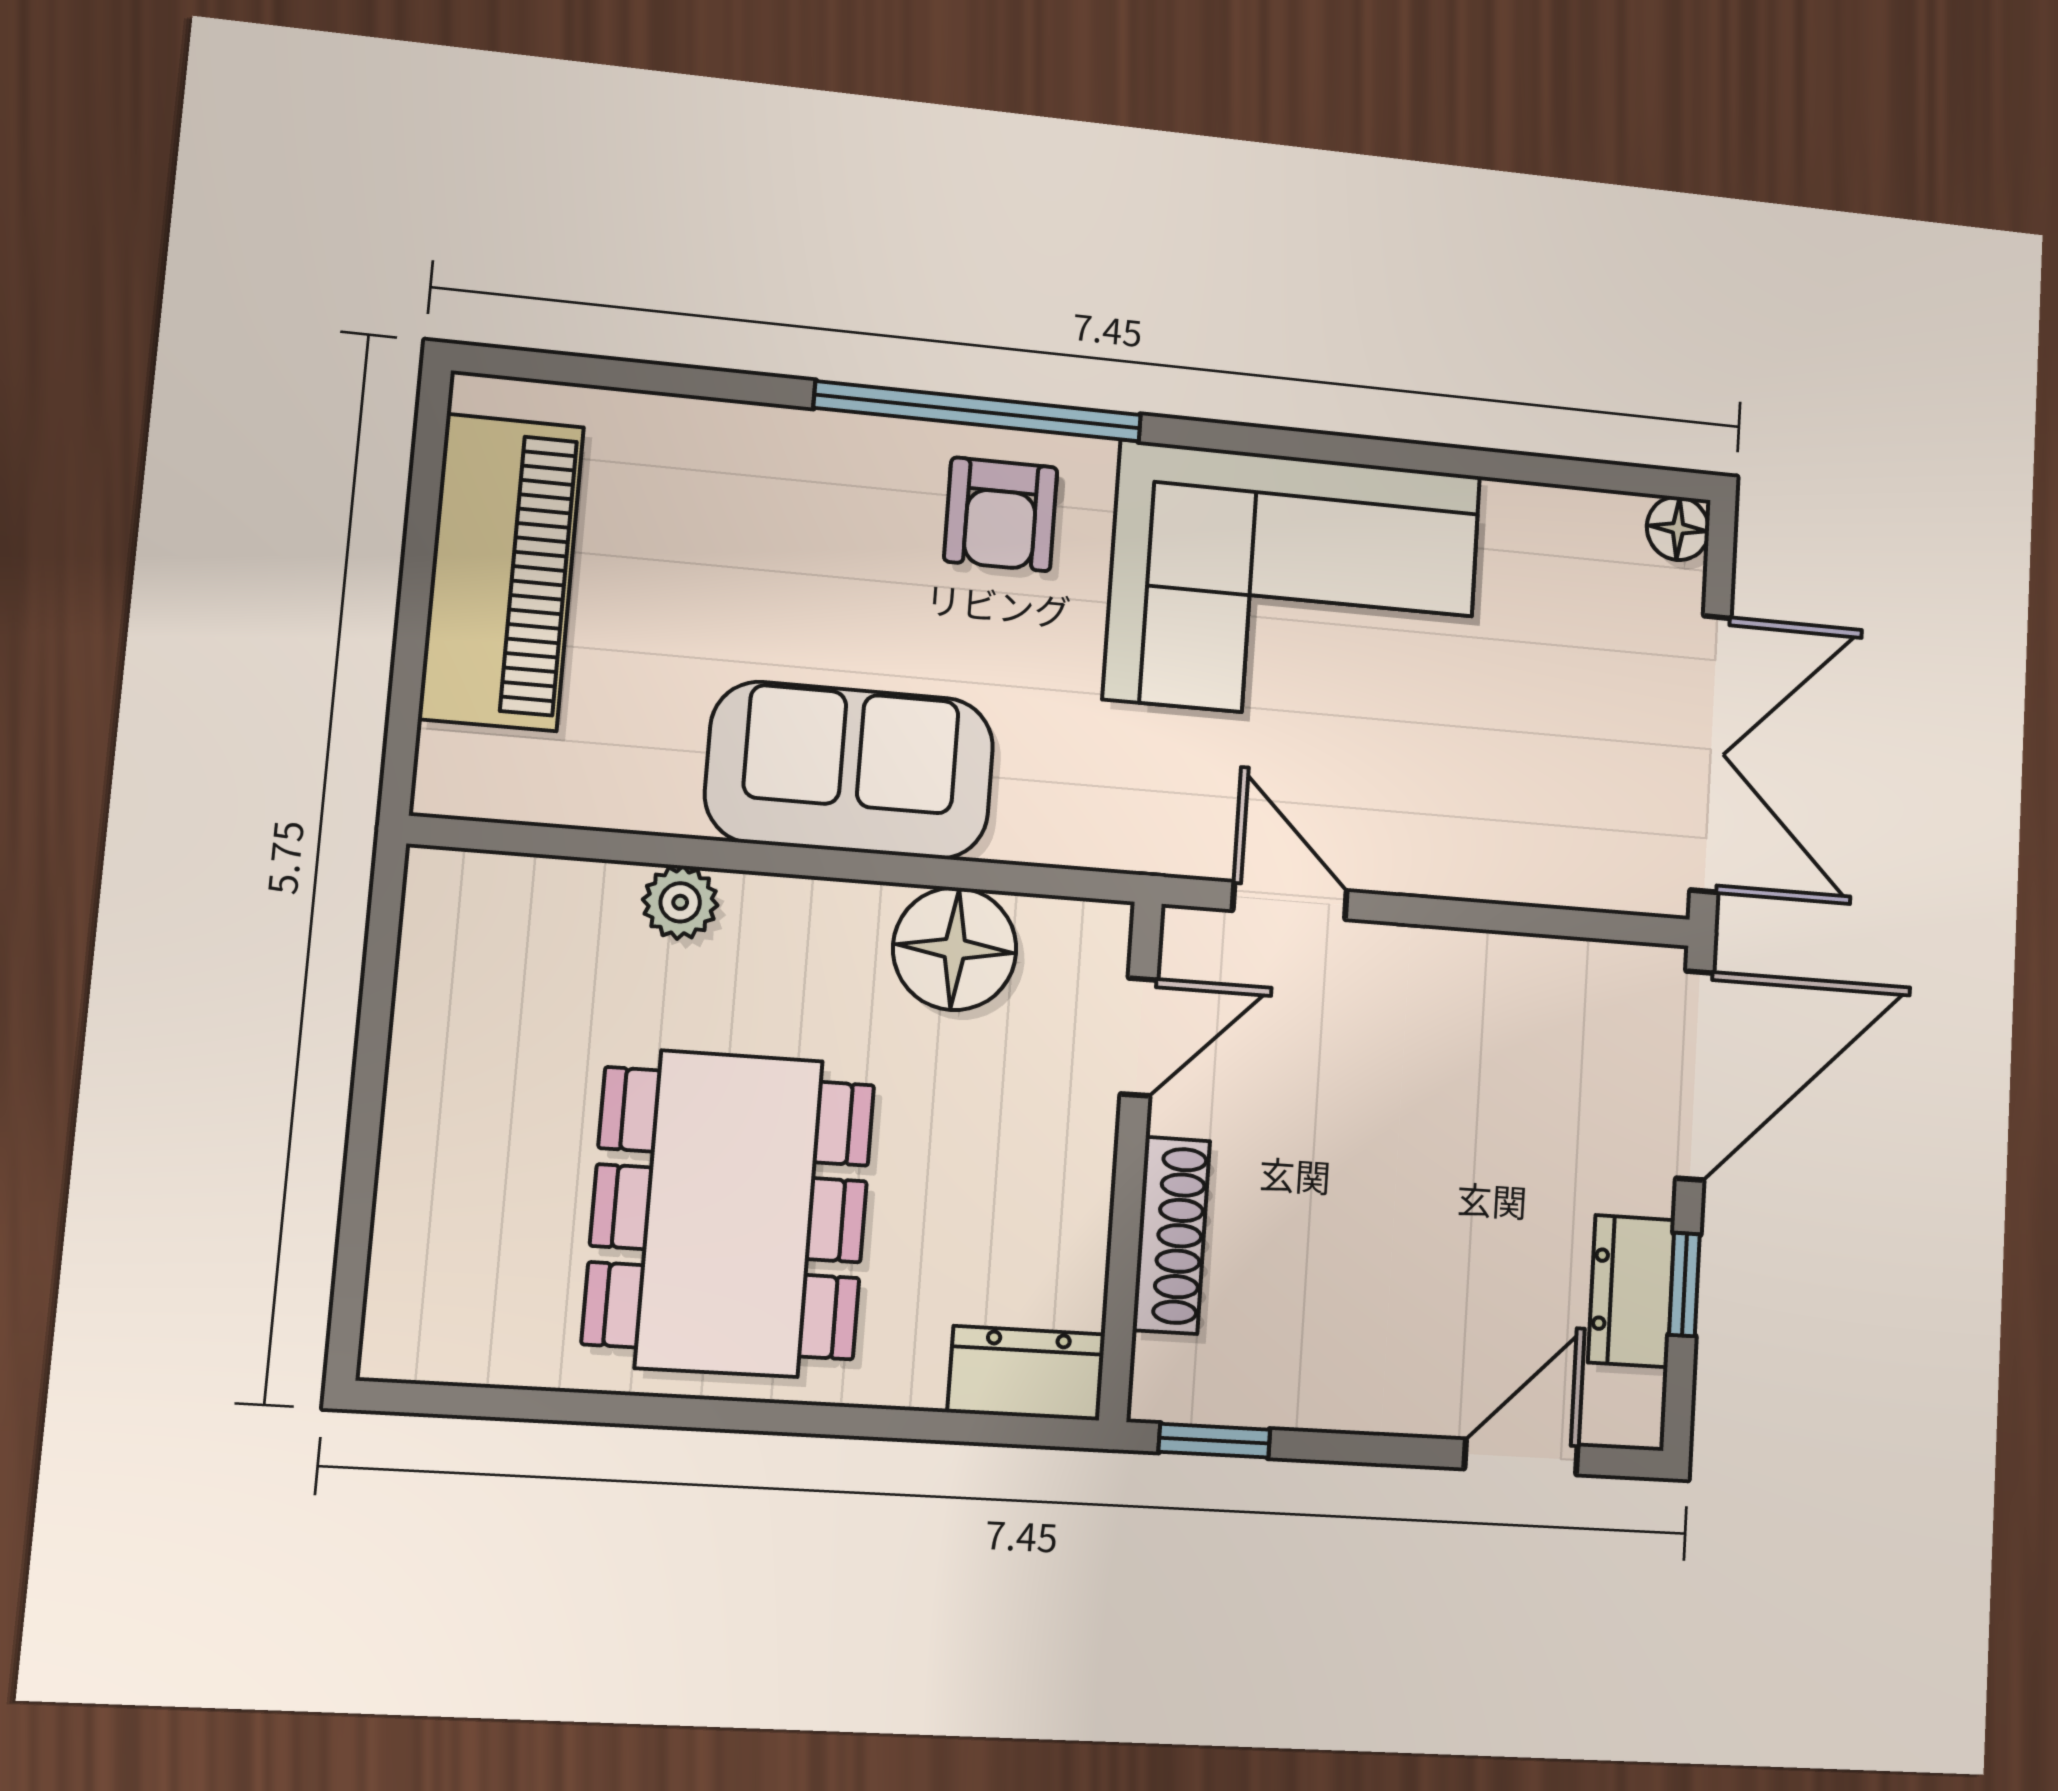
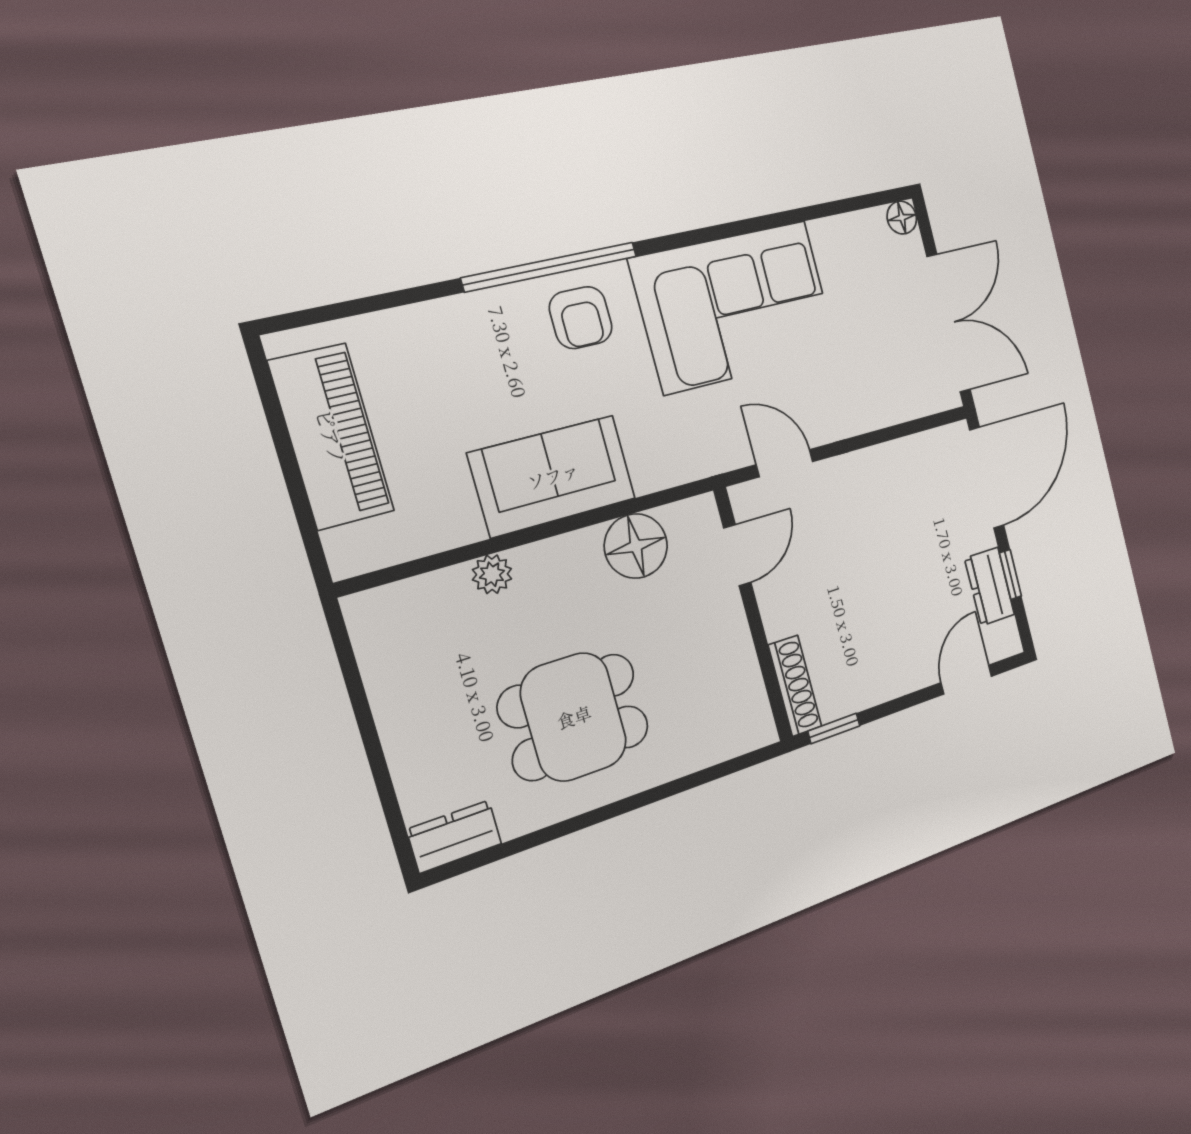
dining table: (729, 1213) -> (574, 717), width x0.73
shoe rack: (1171, 1235) -> (795, 686), moved
dresser: (1027, 1373) -> (454, 837), moved

